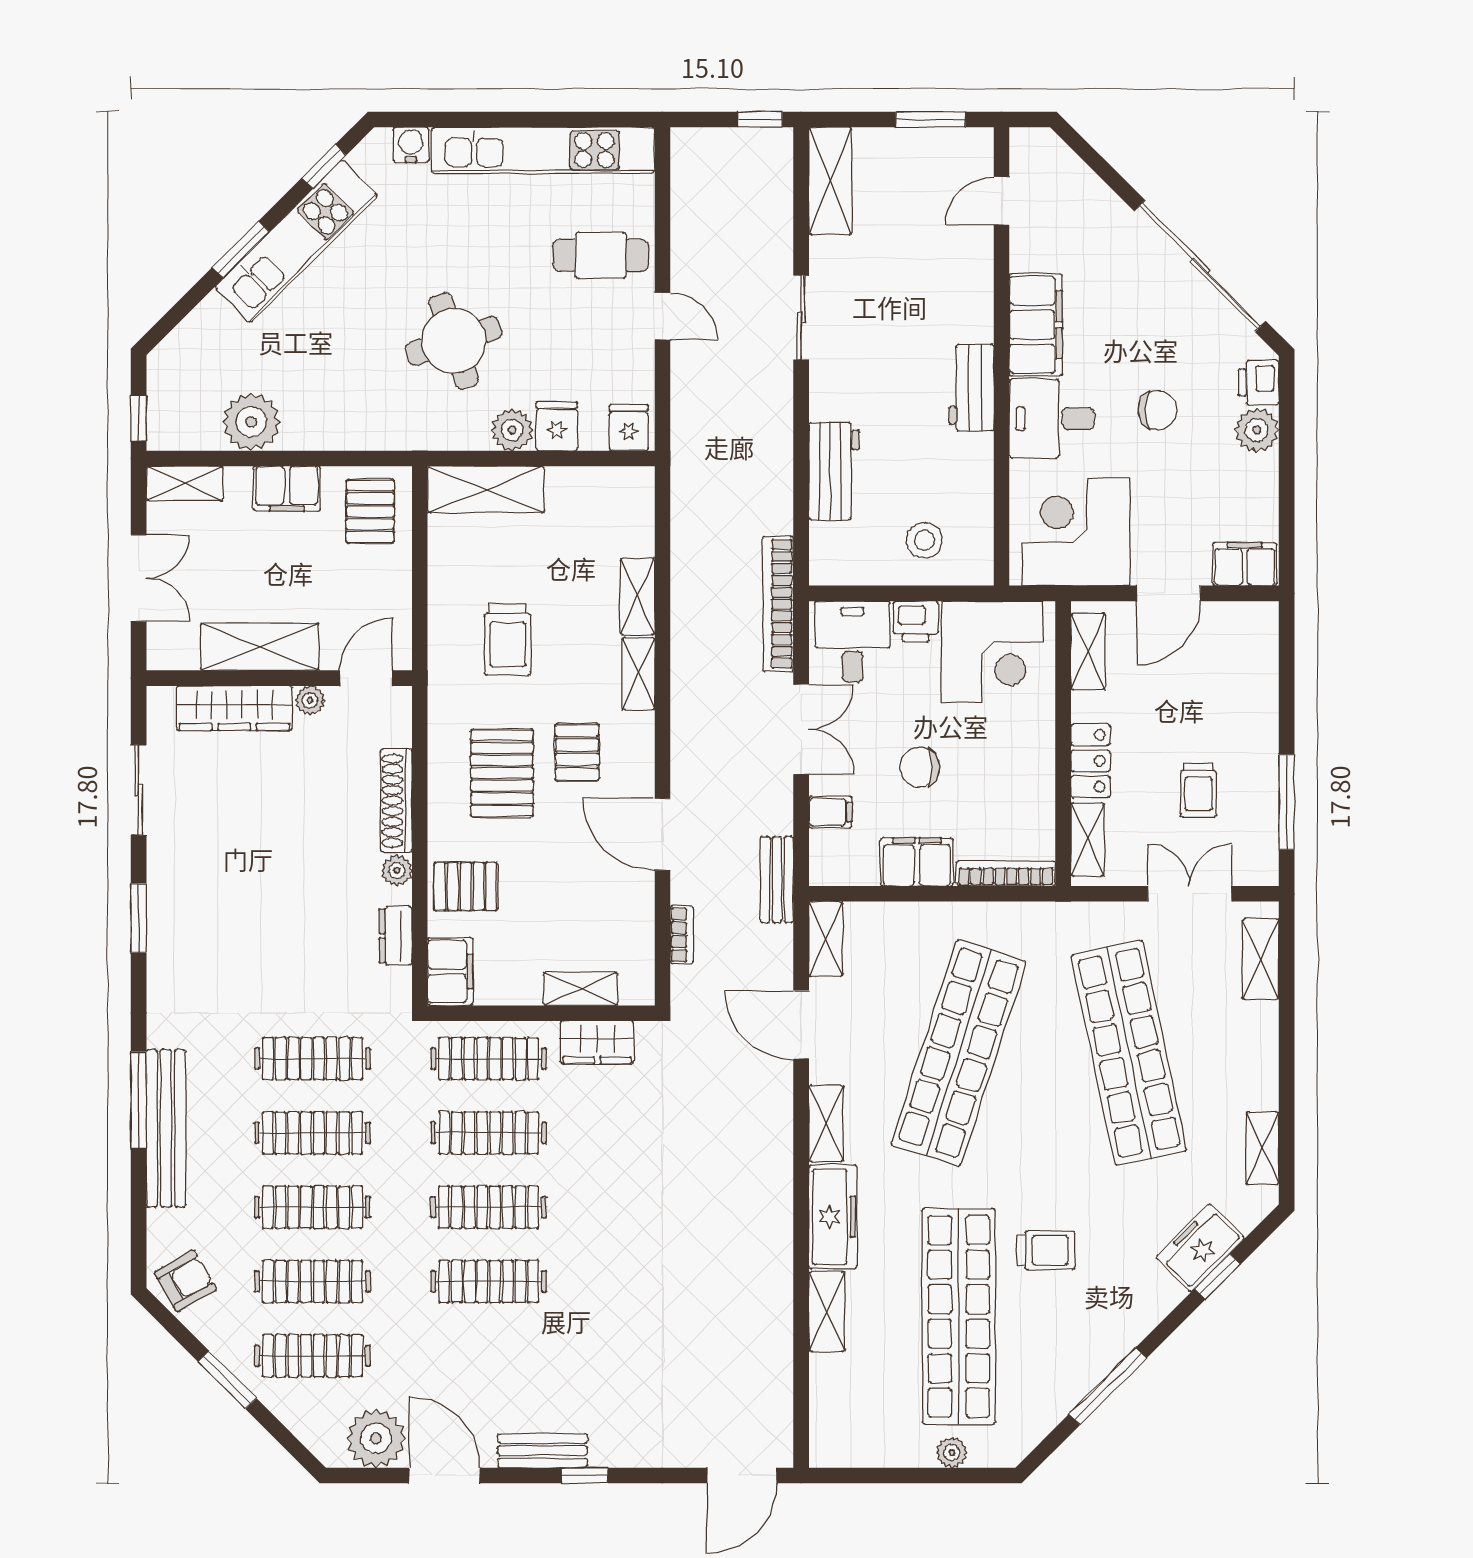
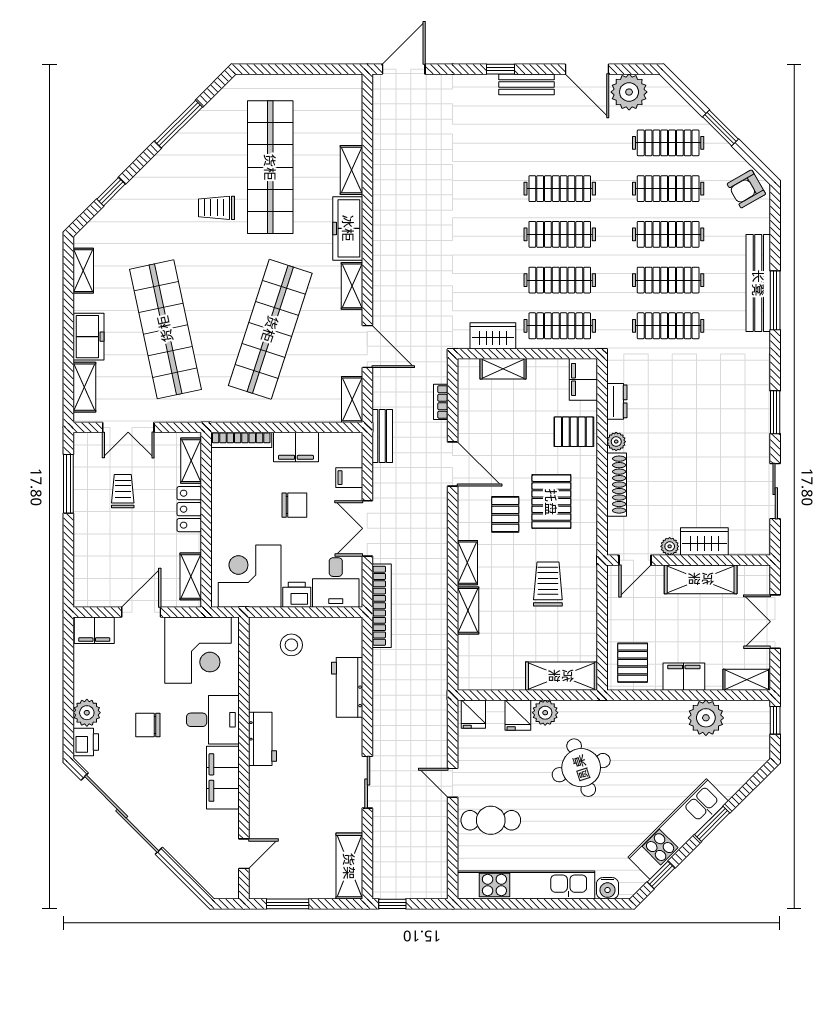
wardrobe: (234, 708) -> (704, 542), width x0.67
freezer: (1200, 1248) -> (89, 337), moved, turned -45
plant: (952, 1453) -> (275, 83), removed

